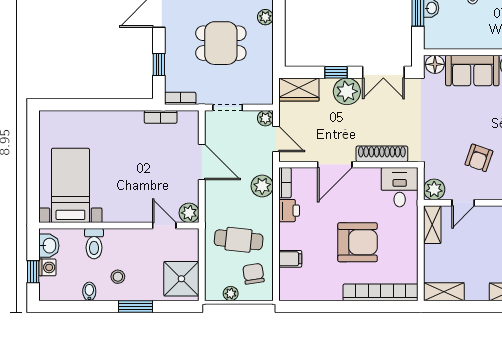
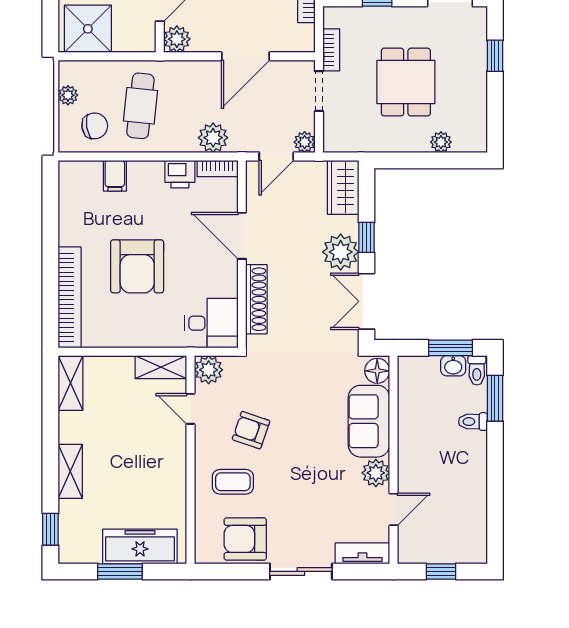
bookcase: (180, 98) -> (331, 50), moved

